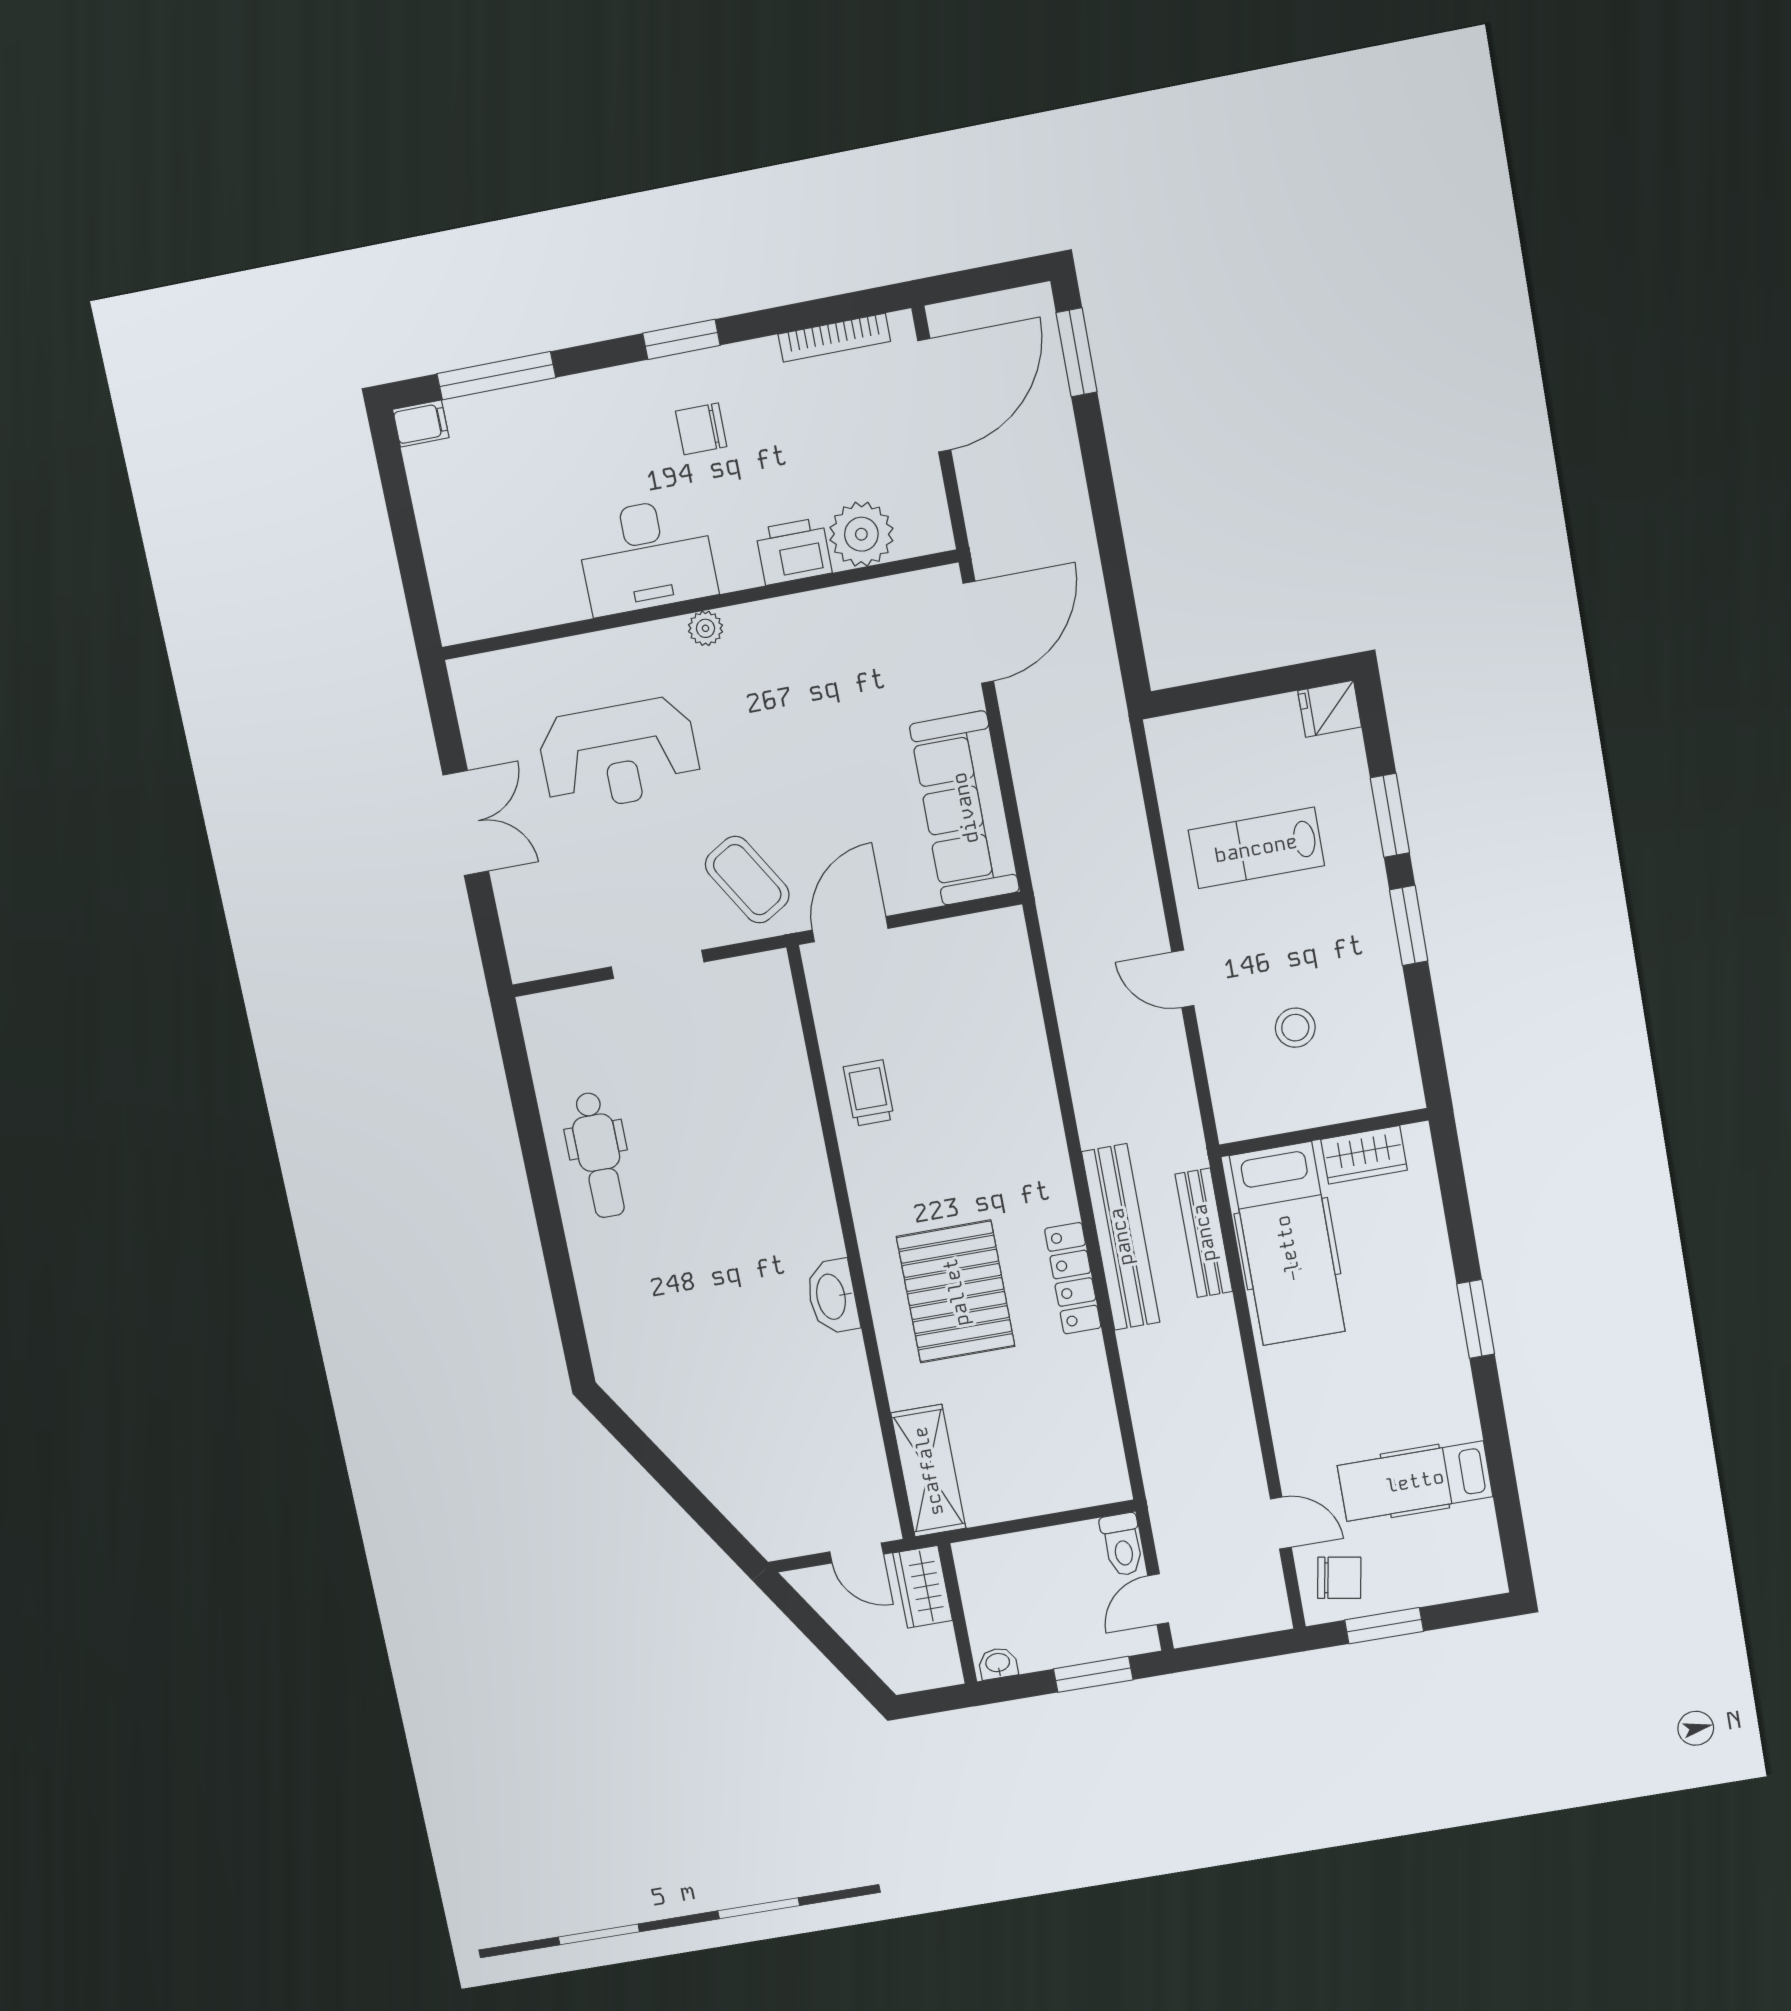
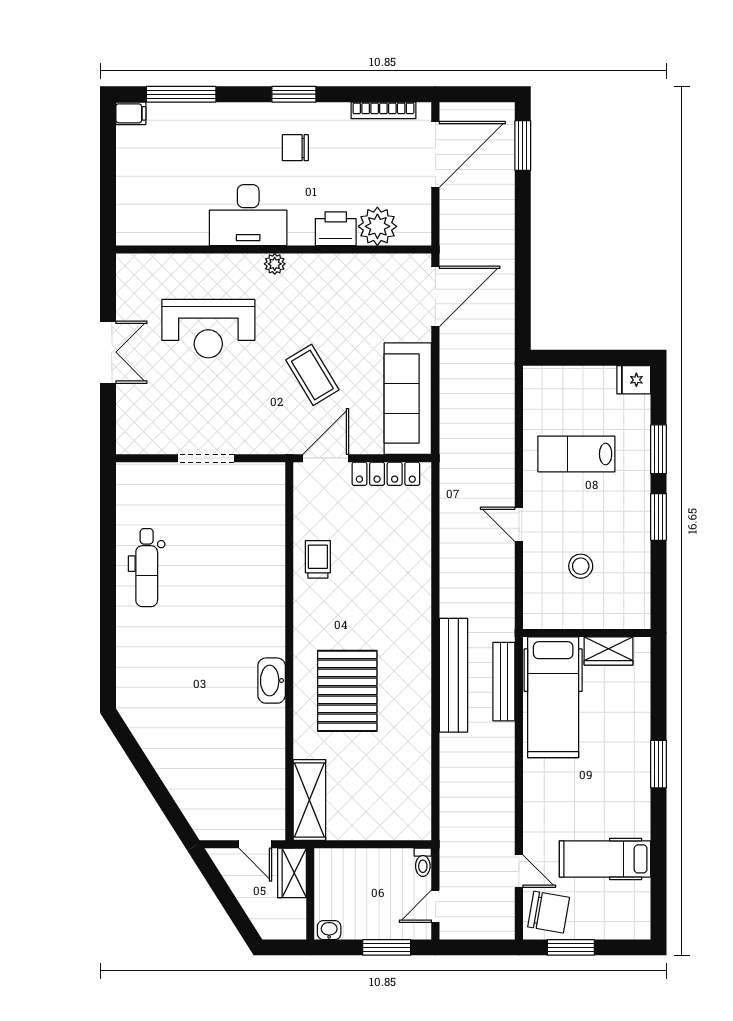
coffee table: (747, 880) -> (312, 375), moved
locker: (1073, 1278) -> (386, 474), moved, turned -90
toilet: (1122, 1545) -> (423, 862), width x0.73, depth x0.72
chair: (1339, 1578) -> (549, 912), width x1.37, depth x1.37

